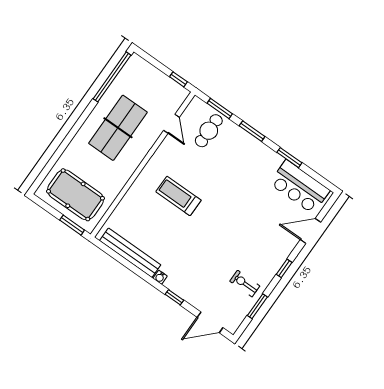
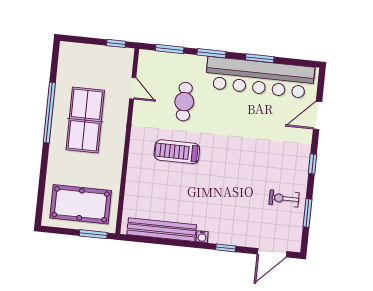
window: (112, 77) -> (49, 113), moved
cafe table: (209, 131) -> (184, 102), moved
bar counter: (300, 187) -> (260, 78), width x1.86

